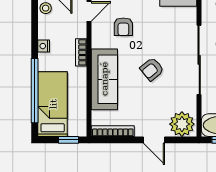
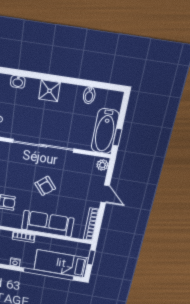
plant: (182, 124) -> (102, 165), width x0.53, depth x0.53
door: (154, 140) -> (105, 194), hinge flipped

